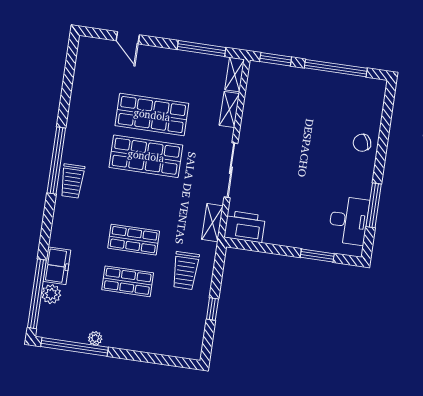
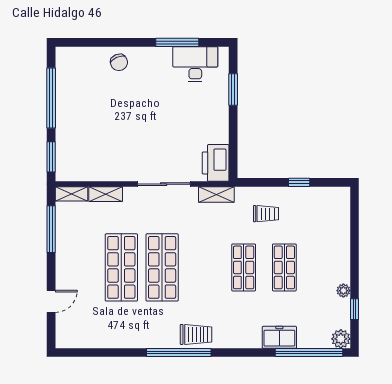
trolley: (185, 271) -> (266, 214), width x0.73, depth x0.72
plant: (51, 294) -> (341, 339), moved
window: (75, 347) -> (355, 309), width x0.32

